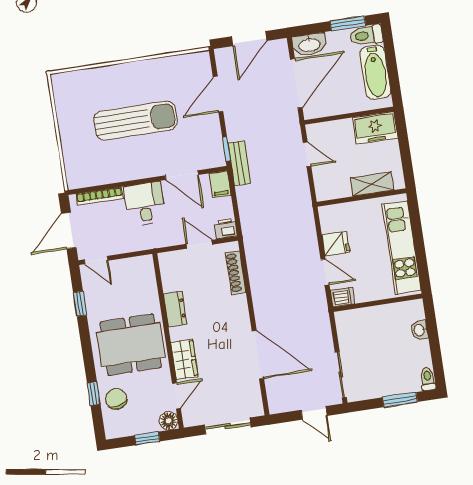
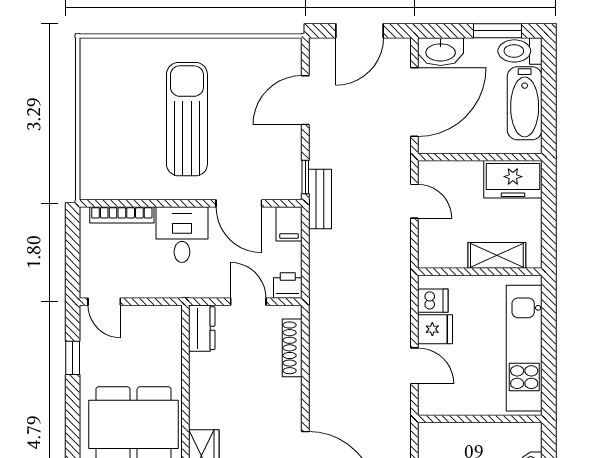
sun lounger: (136, 121) -> (187, 119), turned -90
door: (69, 230) -> (73, 255), removed
dishwasher: (342, 297) -> (433, 301), moved
dresser: (175, 309) -> (202, 328), moved

